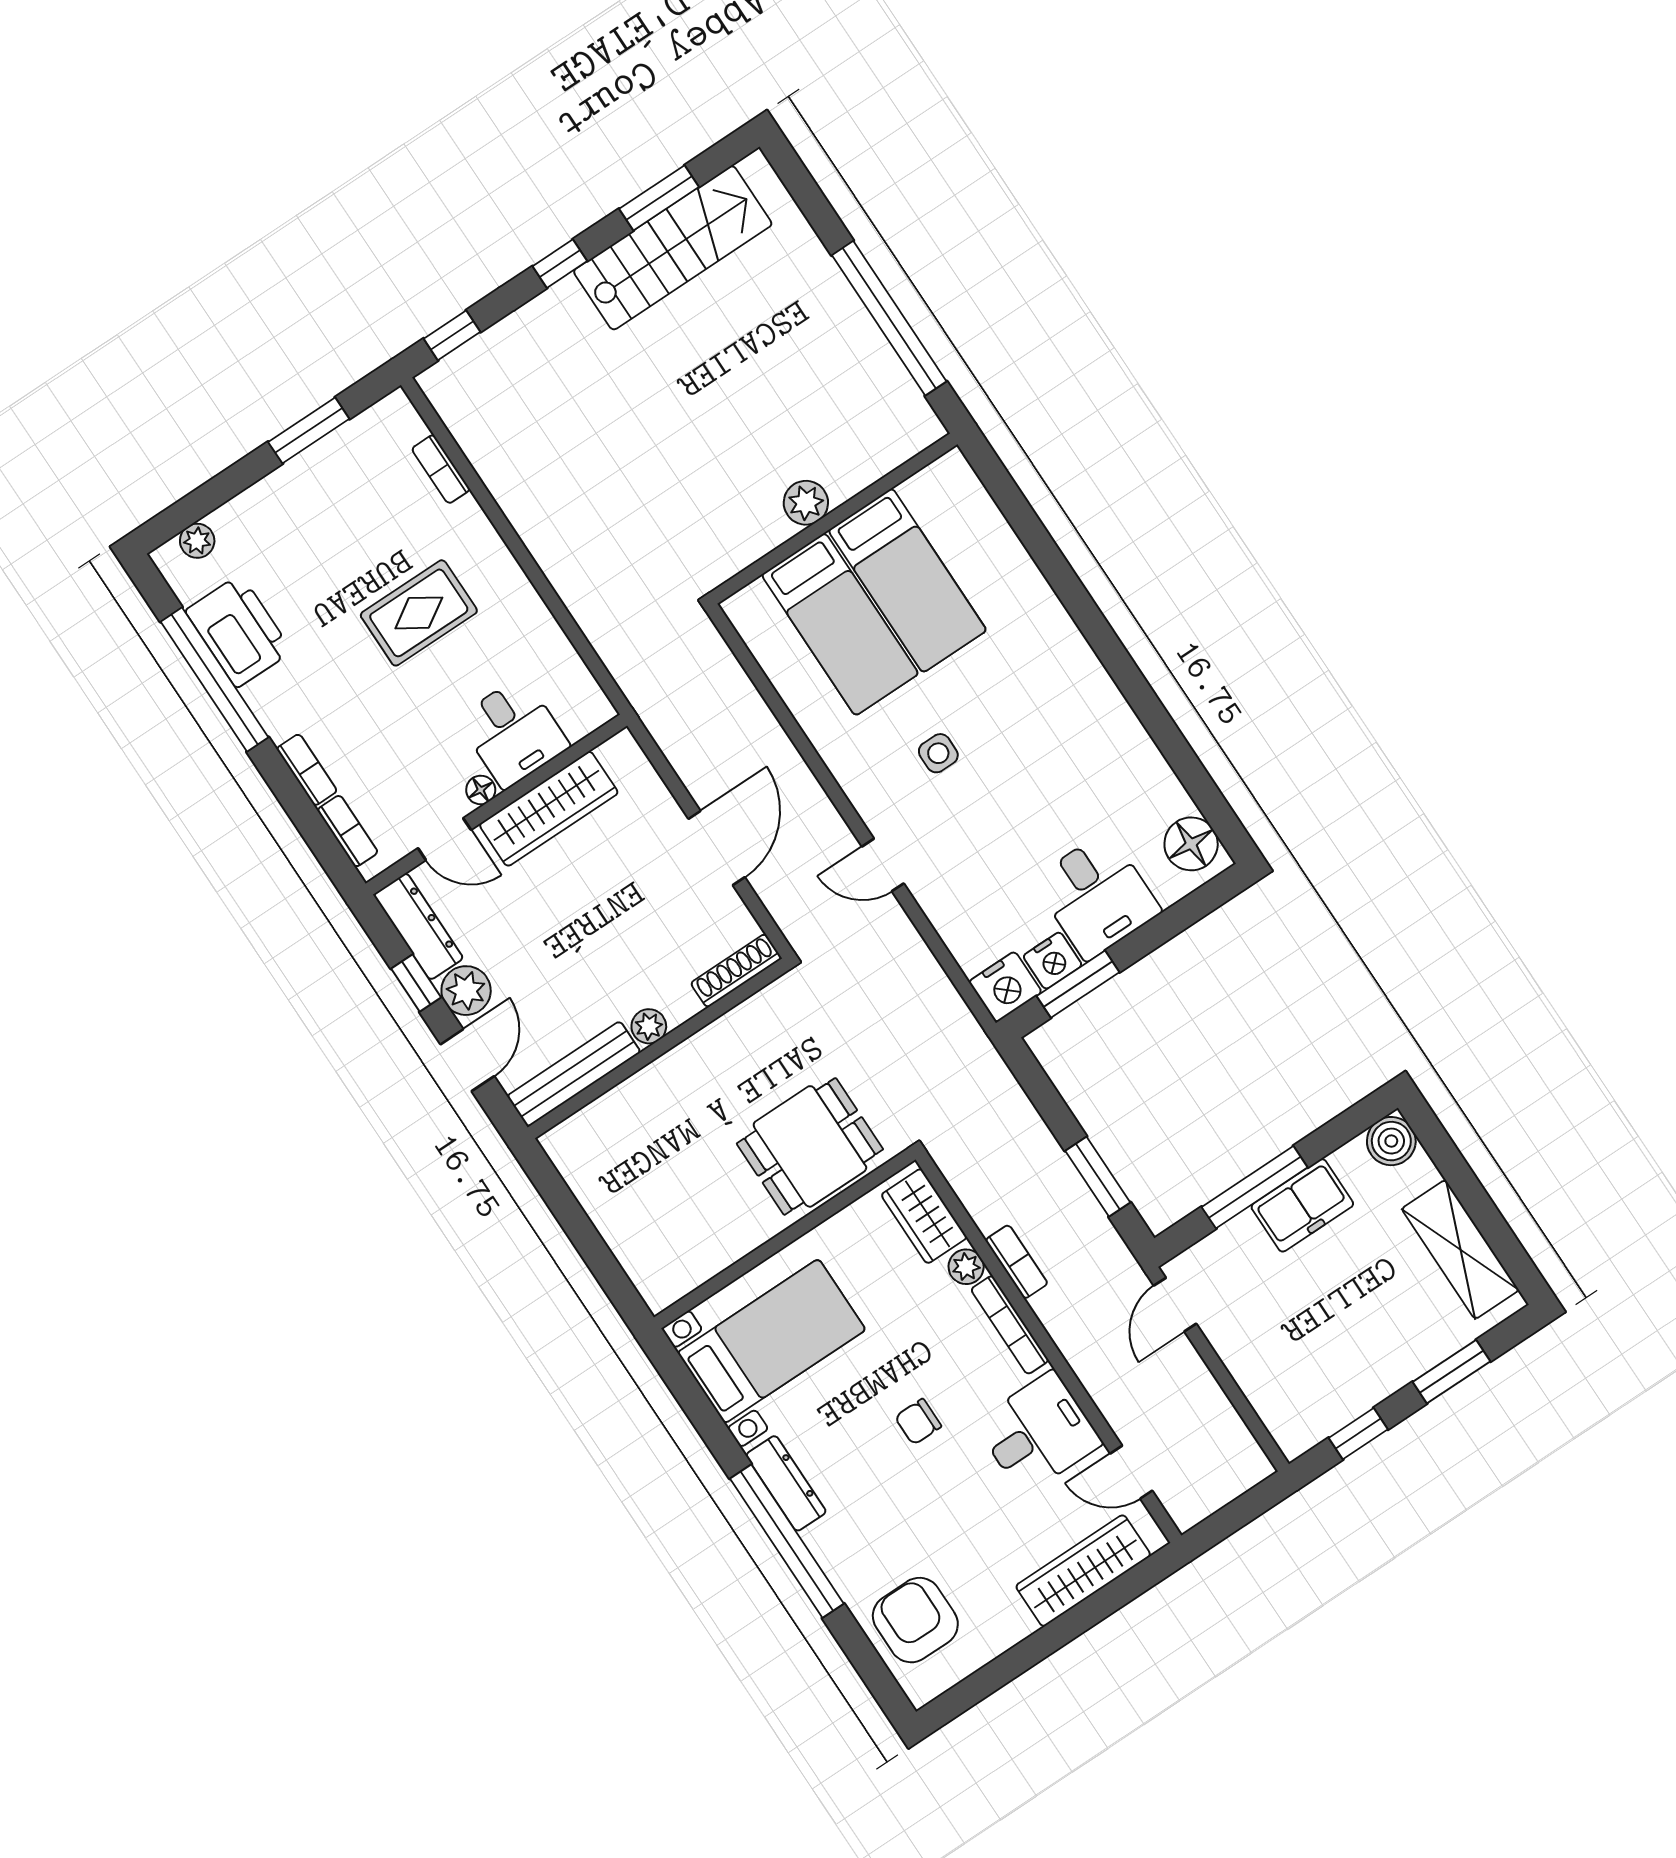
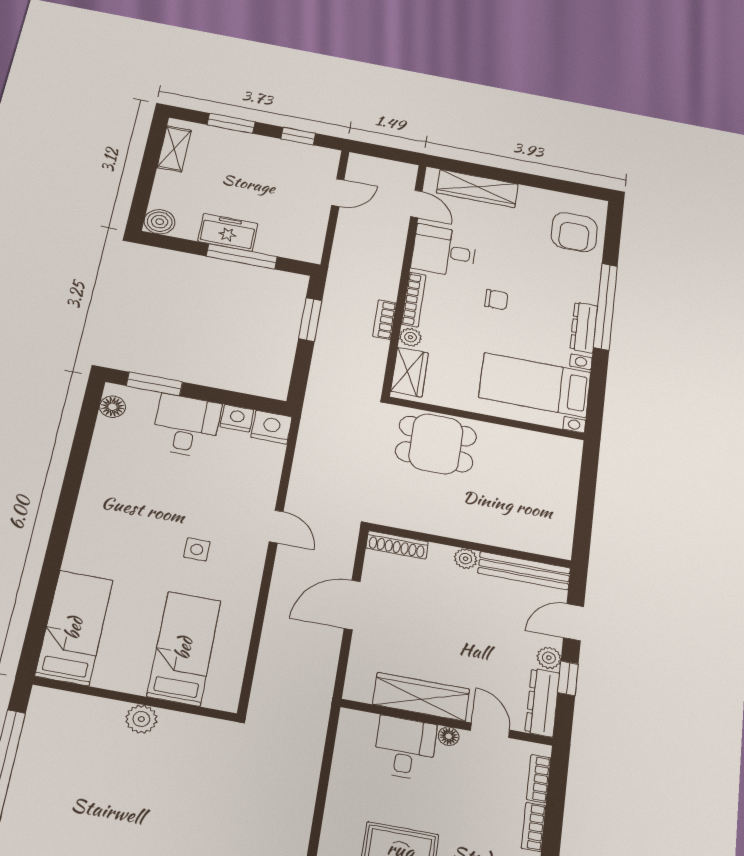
bed: (907, 580) -> (74, 628), moved
floor lamp: (1191, 844) -> (113, 407), width x0.73, depth x0.73
window: (1078, 984) -> (154, 384), moved
plant: (466, 991) -> (549, 658), width x0.73, depth x0.73
shelving: (1460, 1249) -> (174, 149), width x0.67, depth x0.75
door: (1175, 1305) -> (338, 193), moved

